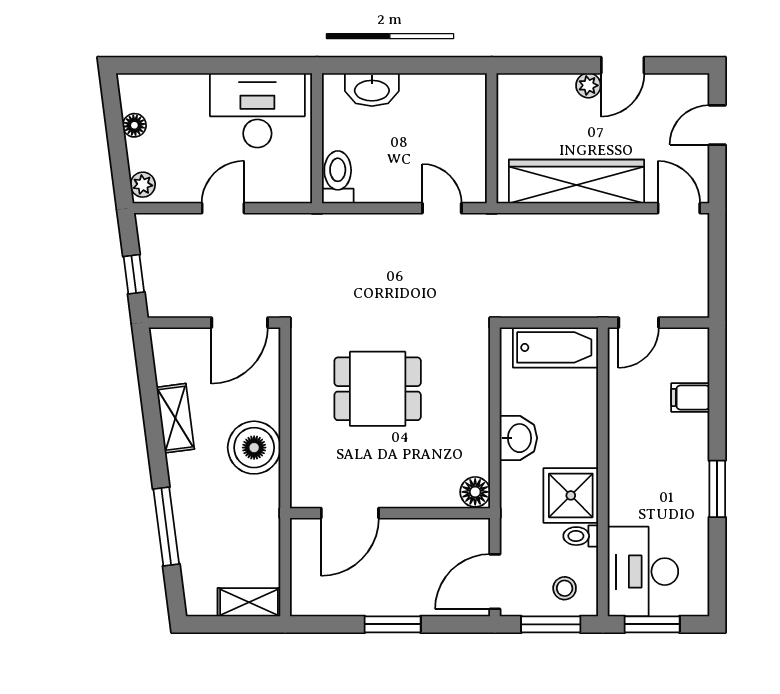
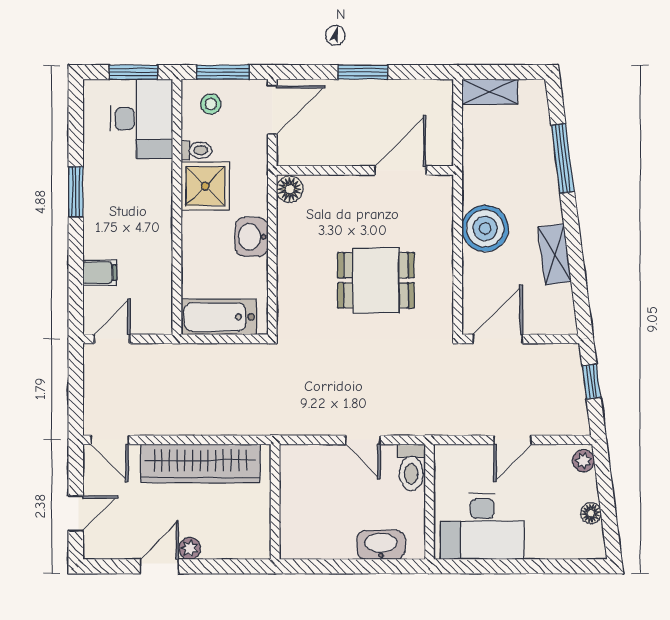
door: (442, 208) -> (363, 440), moved
door: (639, 323) -> (112, 339), moved

